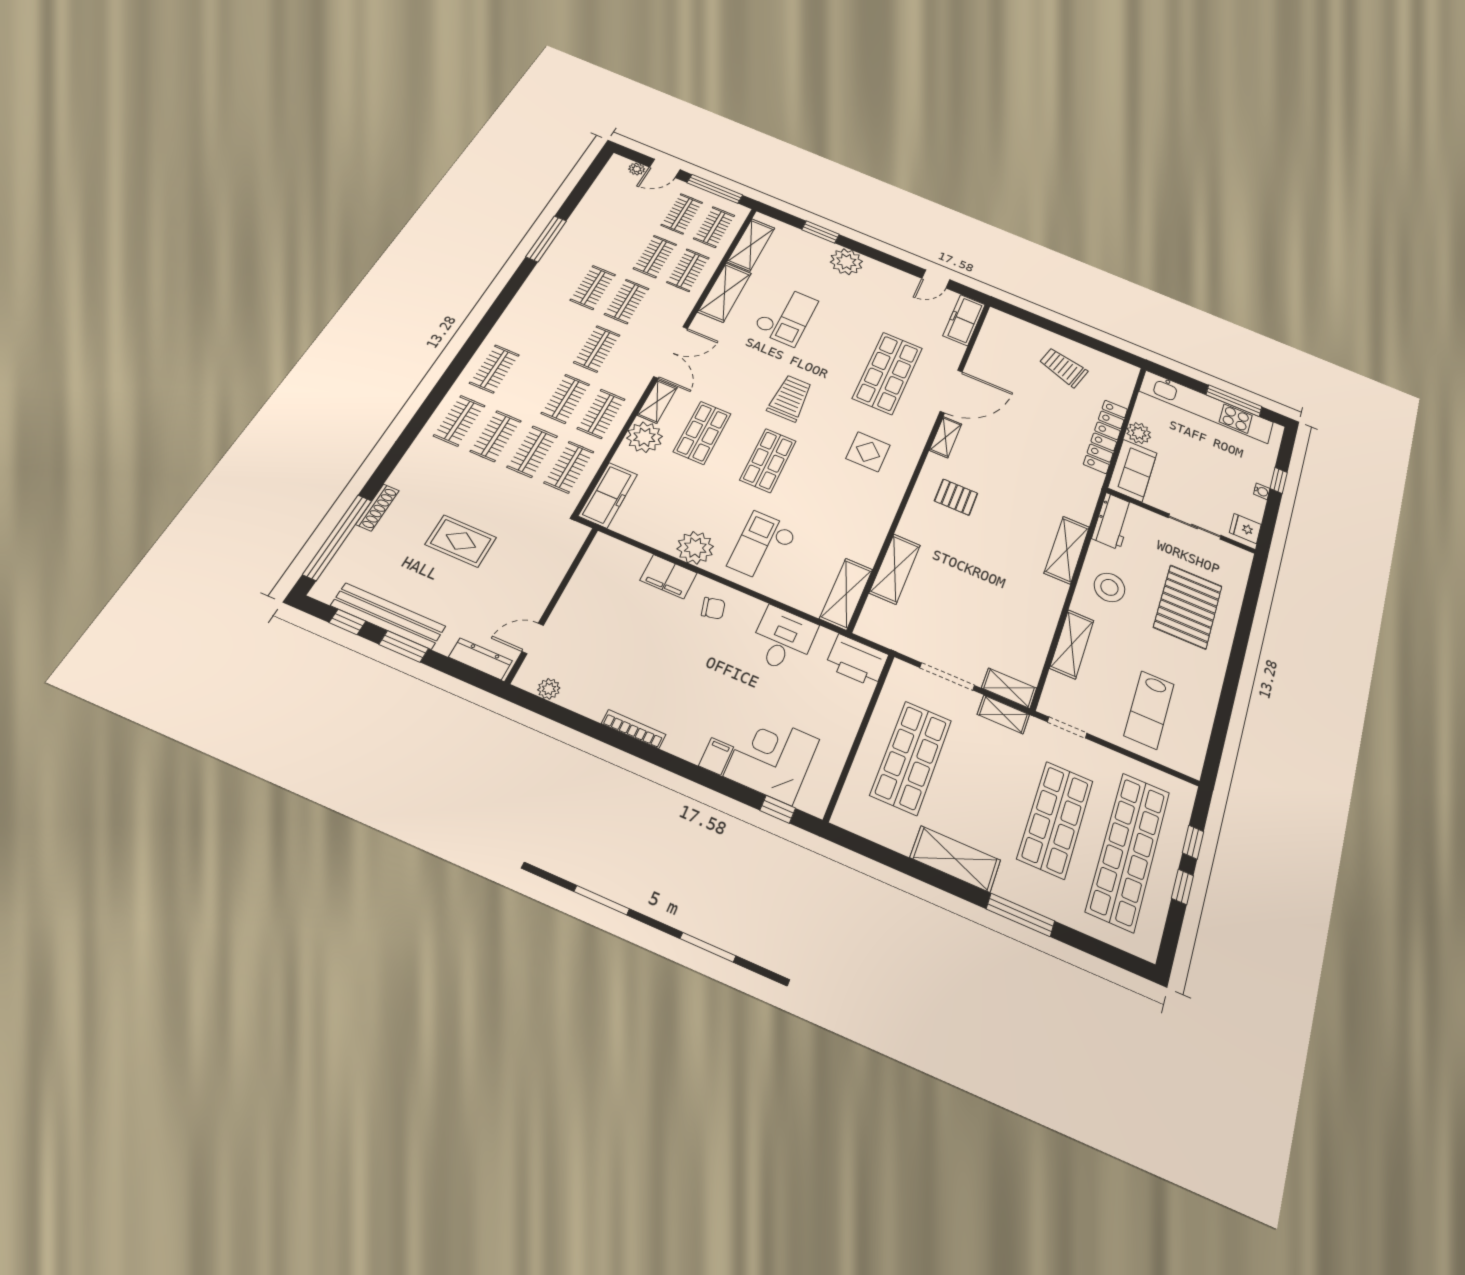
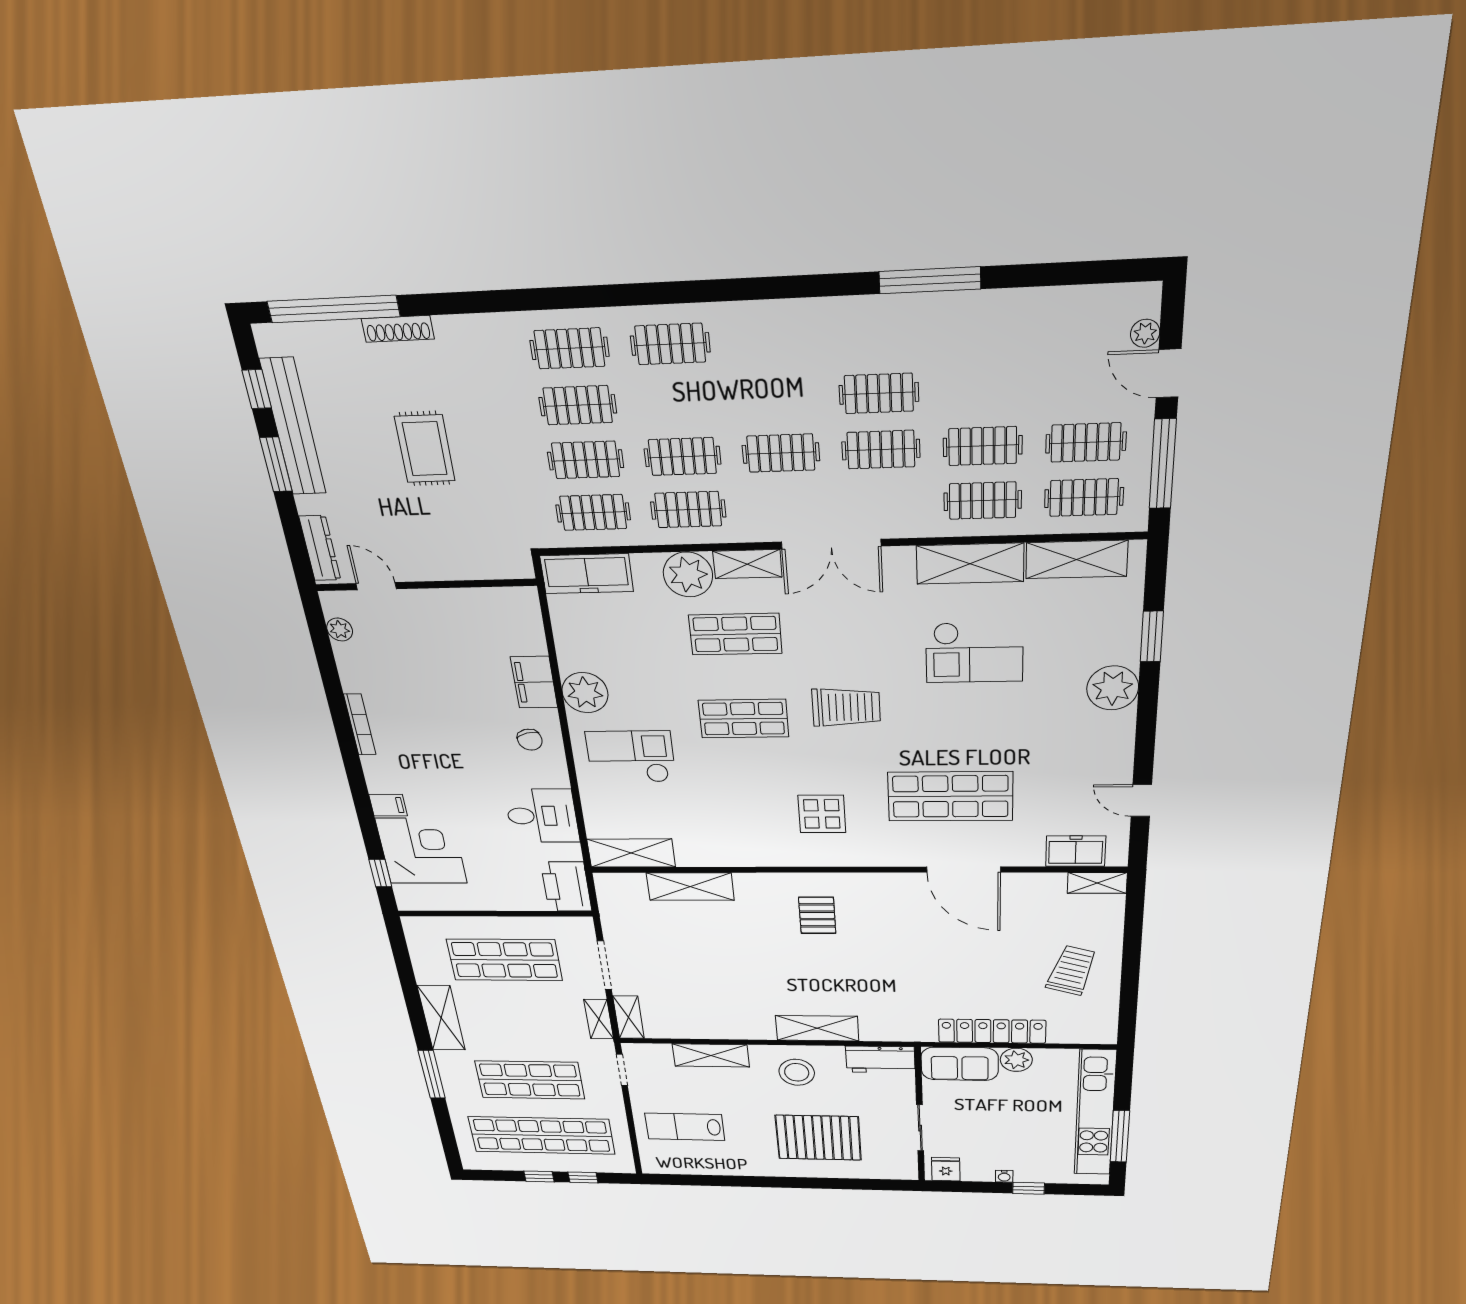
freezer: (964, 320) -> (1076, 851), width x0.71
shelving: (946, 437) -> (1097, 883), moved

